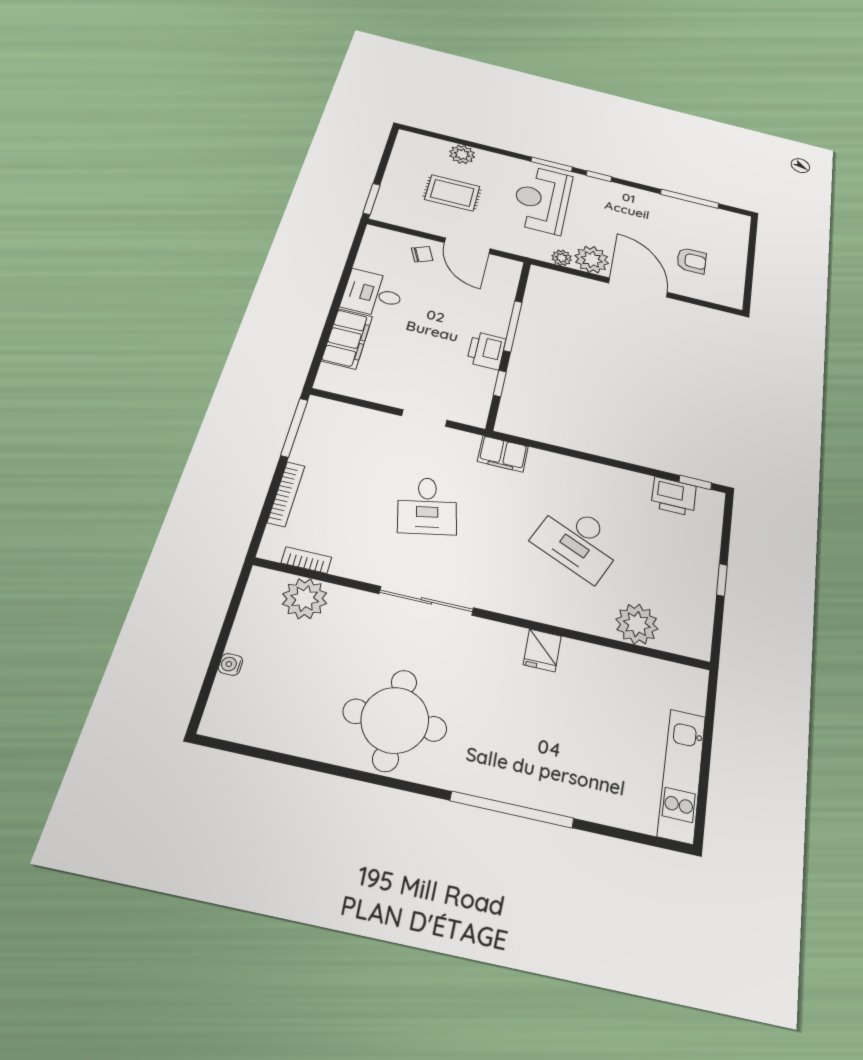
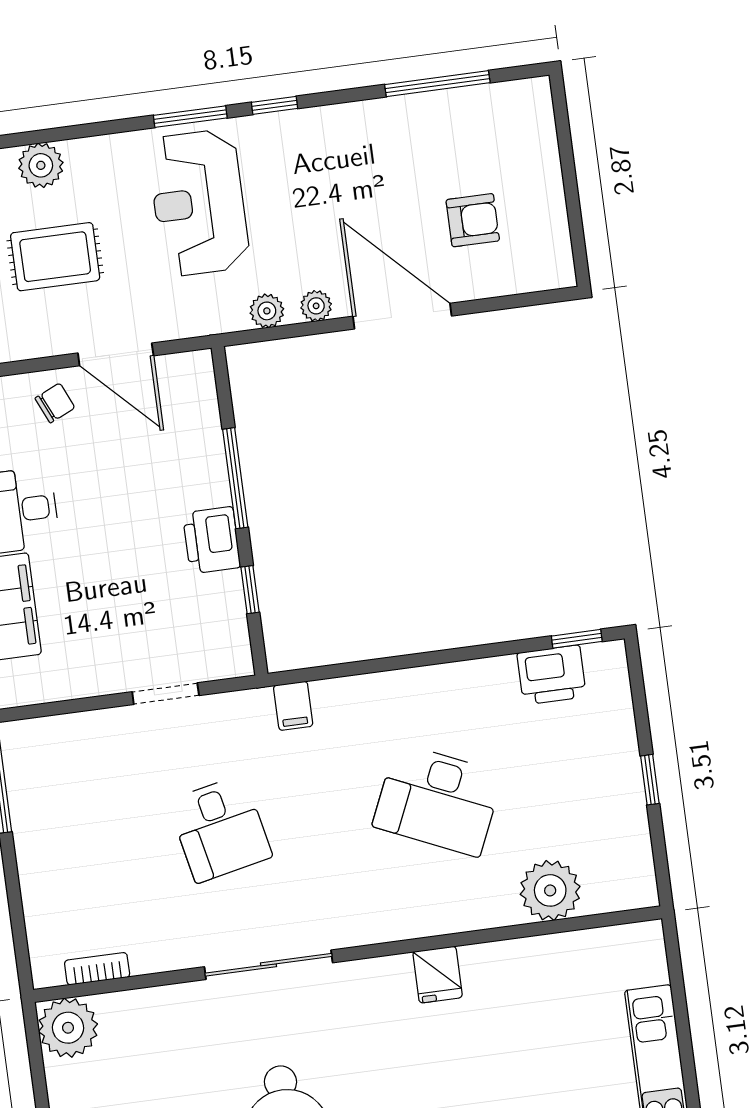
plant: (592, 259) -> (316, 306), width x0.53, depth x0.53
filing cabinet: (503, 454) -> (293, 706), width x0.50
bookcase: (286, 494) -> (32, 887), removed
plant: (305, 599) -> (68, 1028), moved

